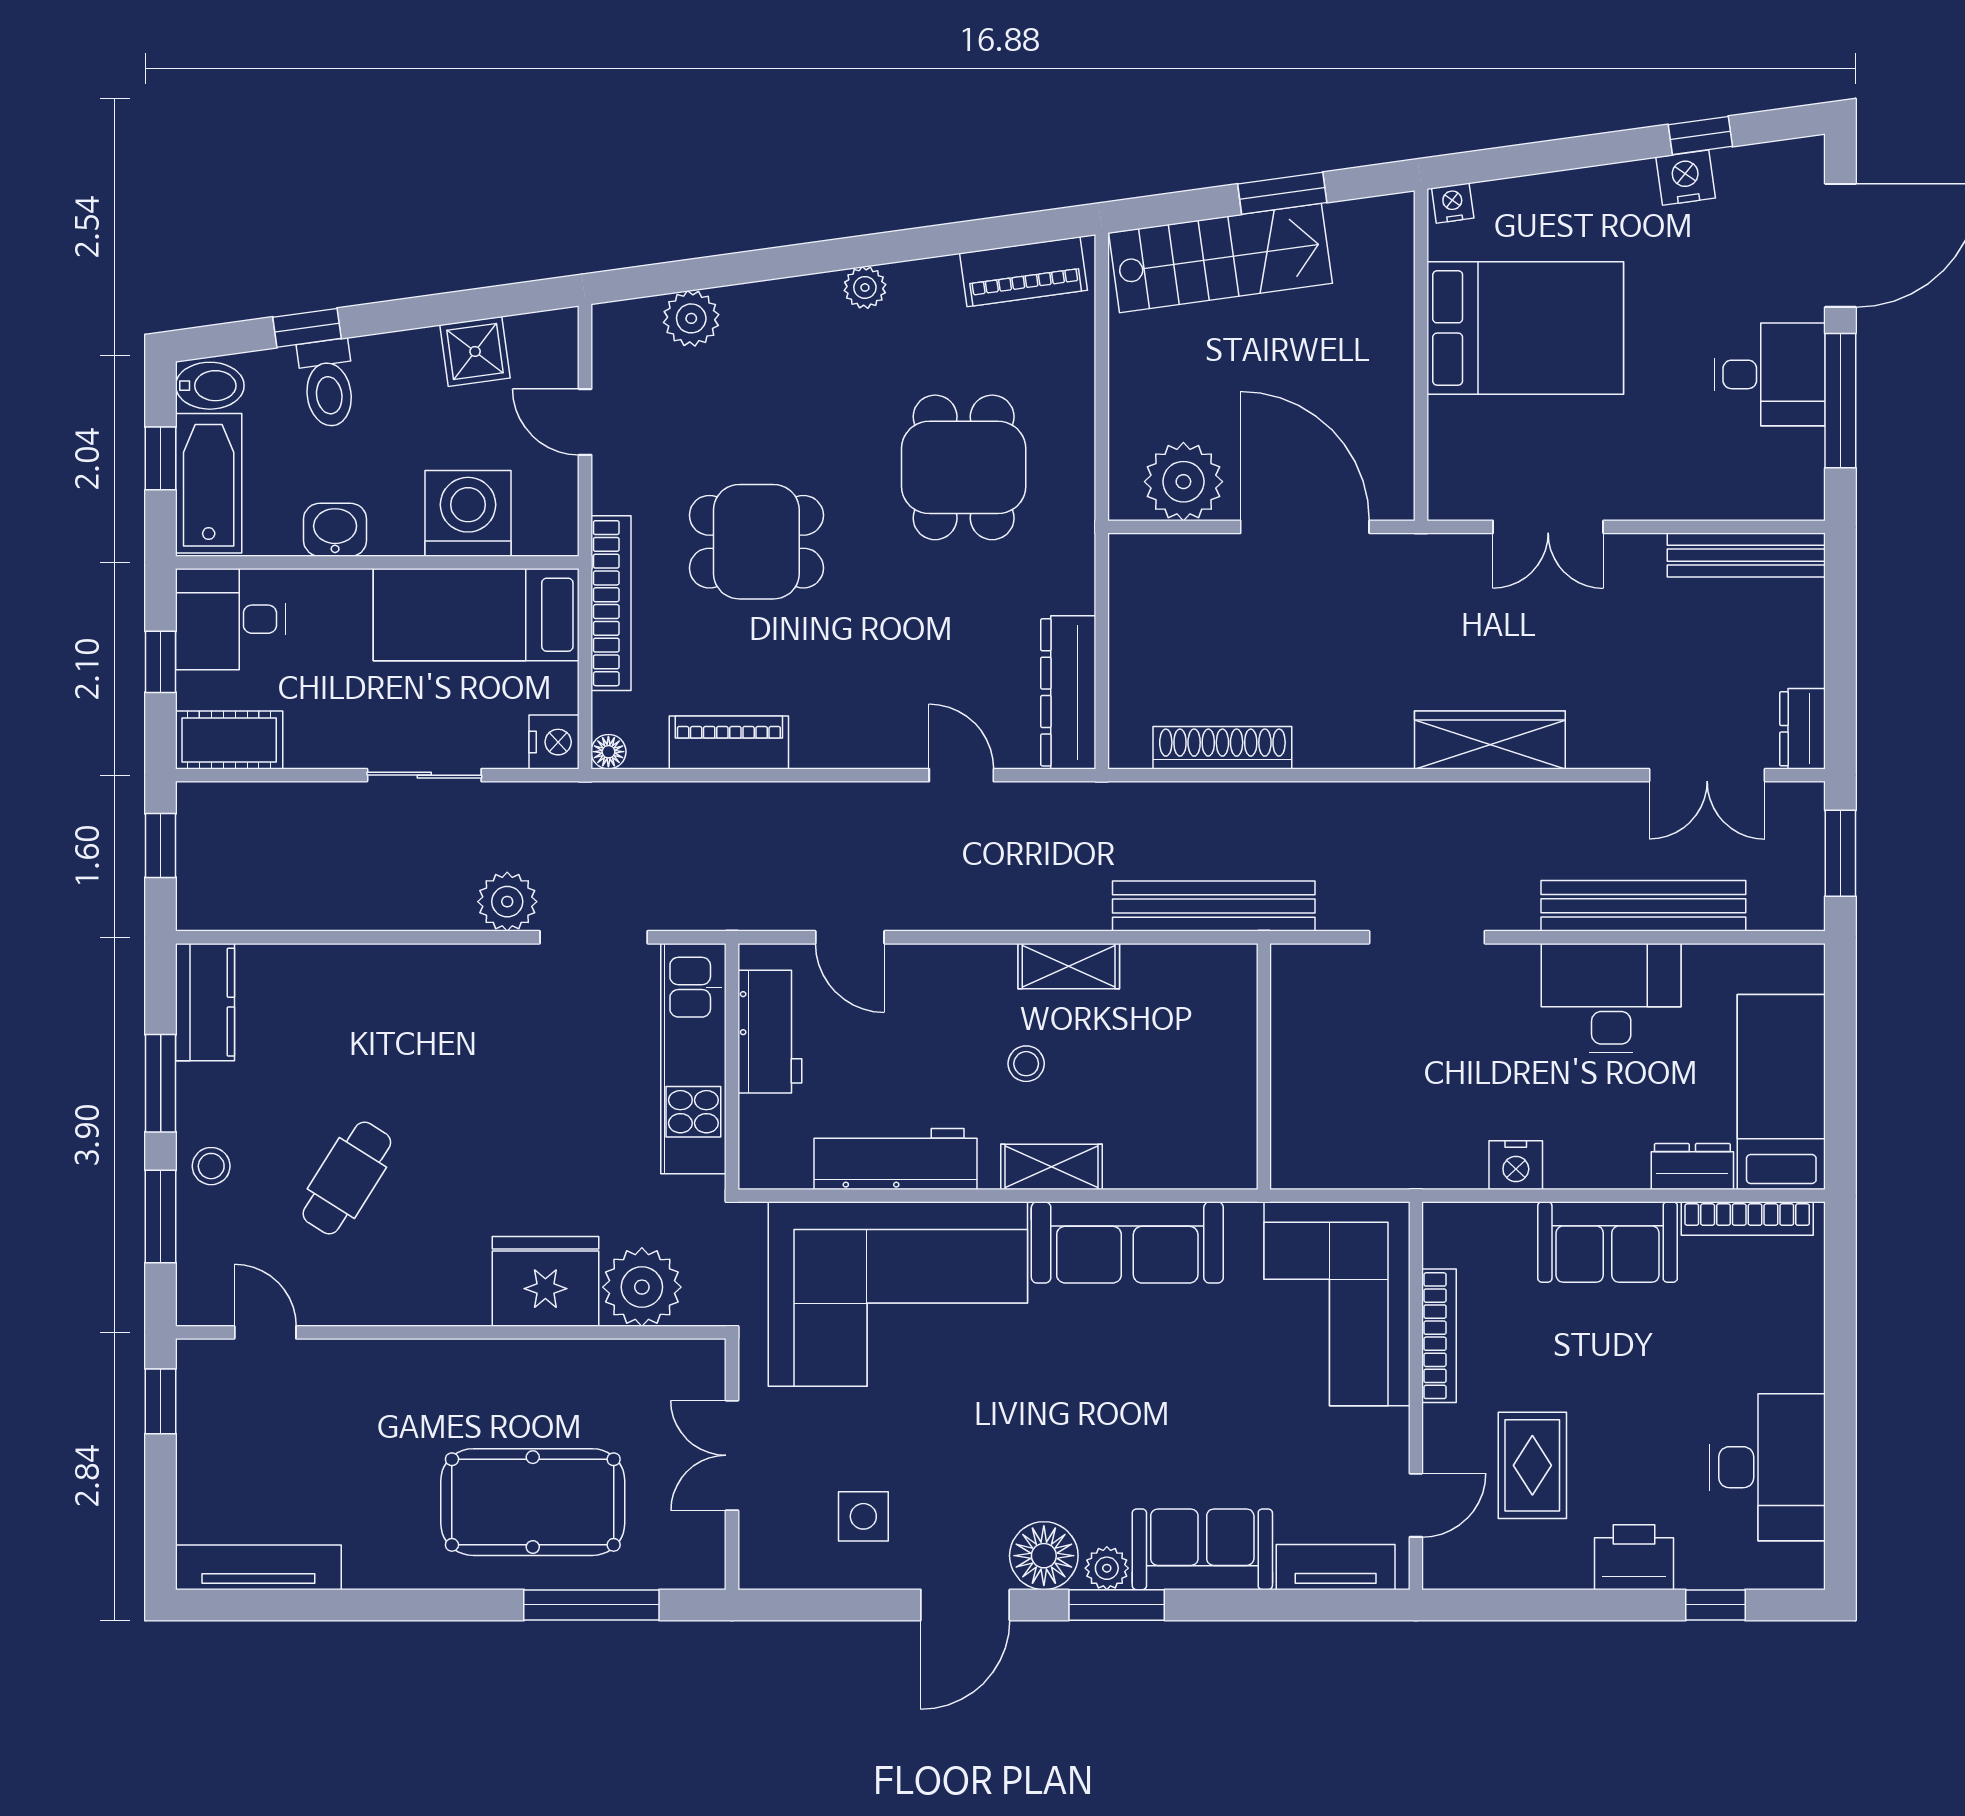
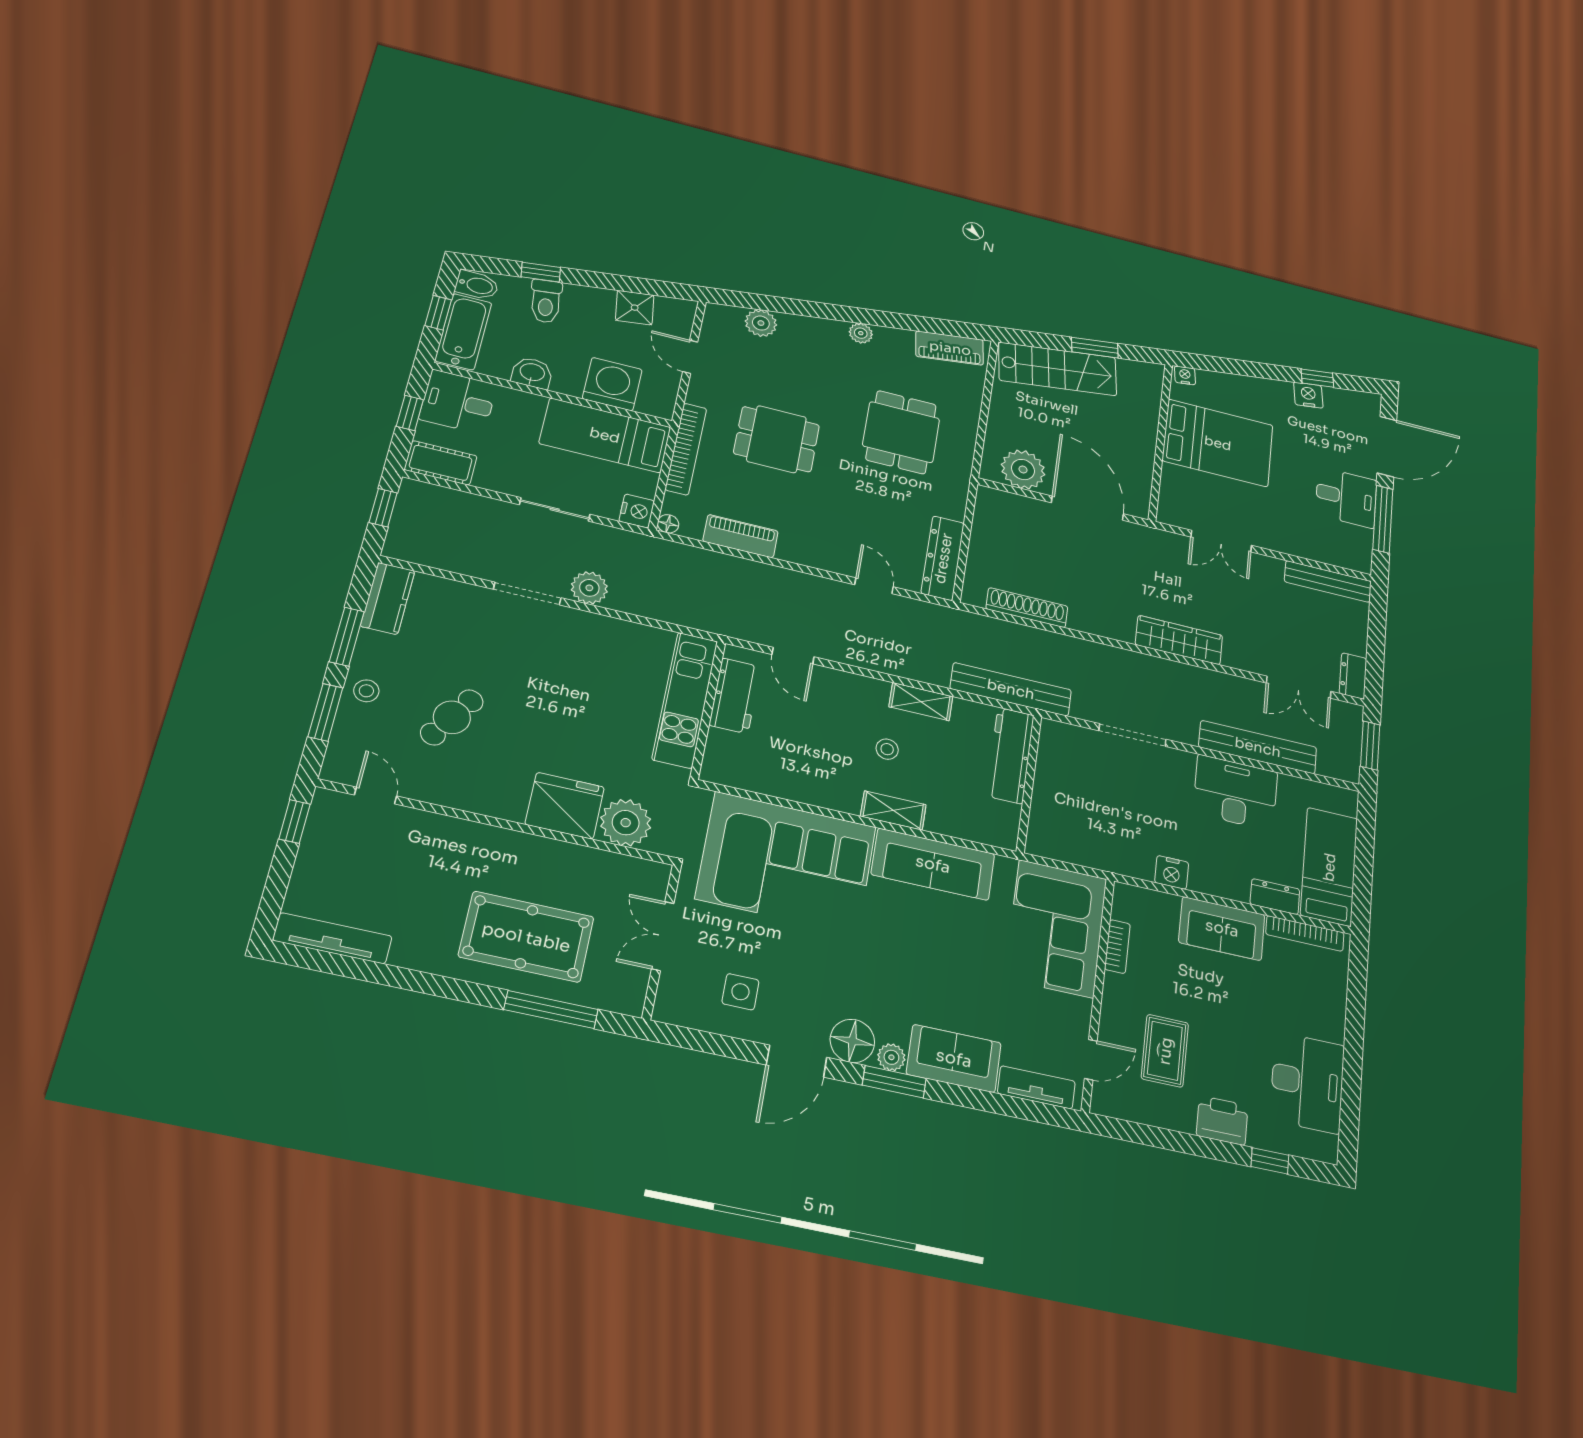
doorway: (594, 937) -> (527, 594), moved
workbench: (895, 1159) -> (1010, 755), moved, turned -90
bookcase: (1439, 1336) -> (1117, 947), width x0.64

